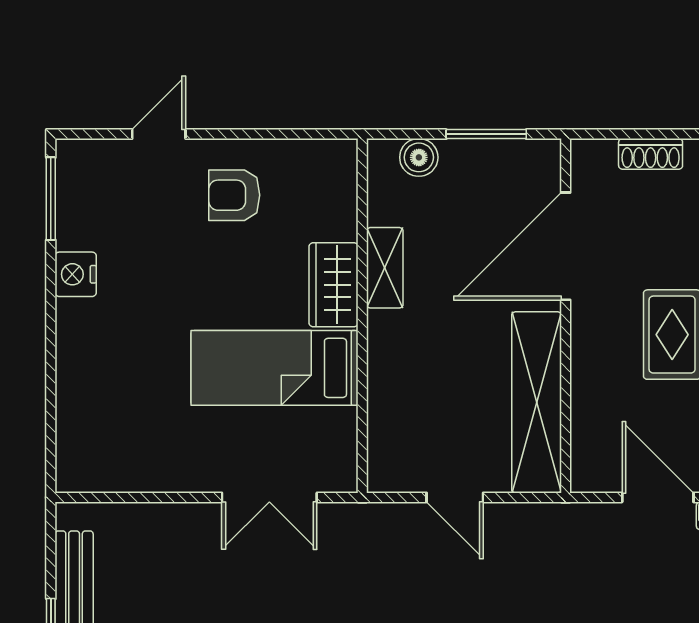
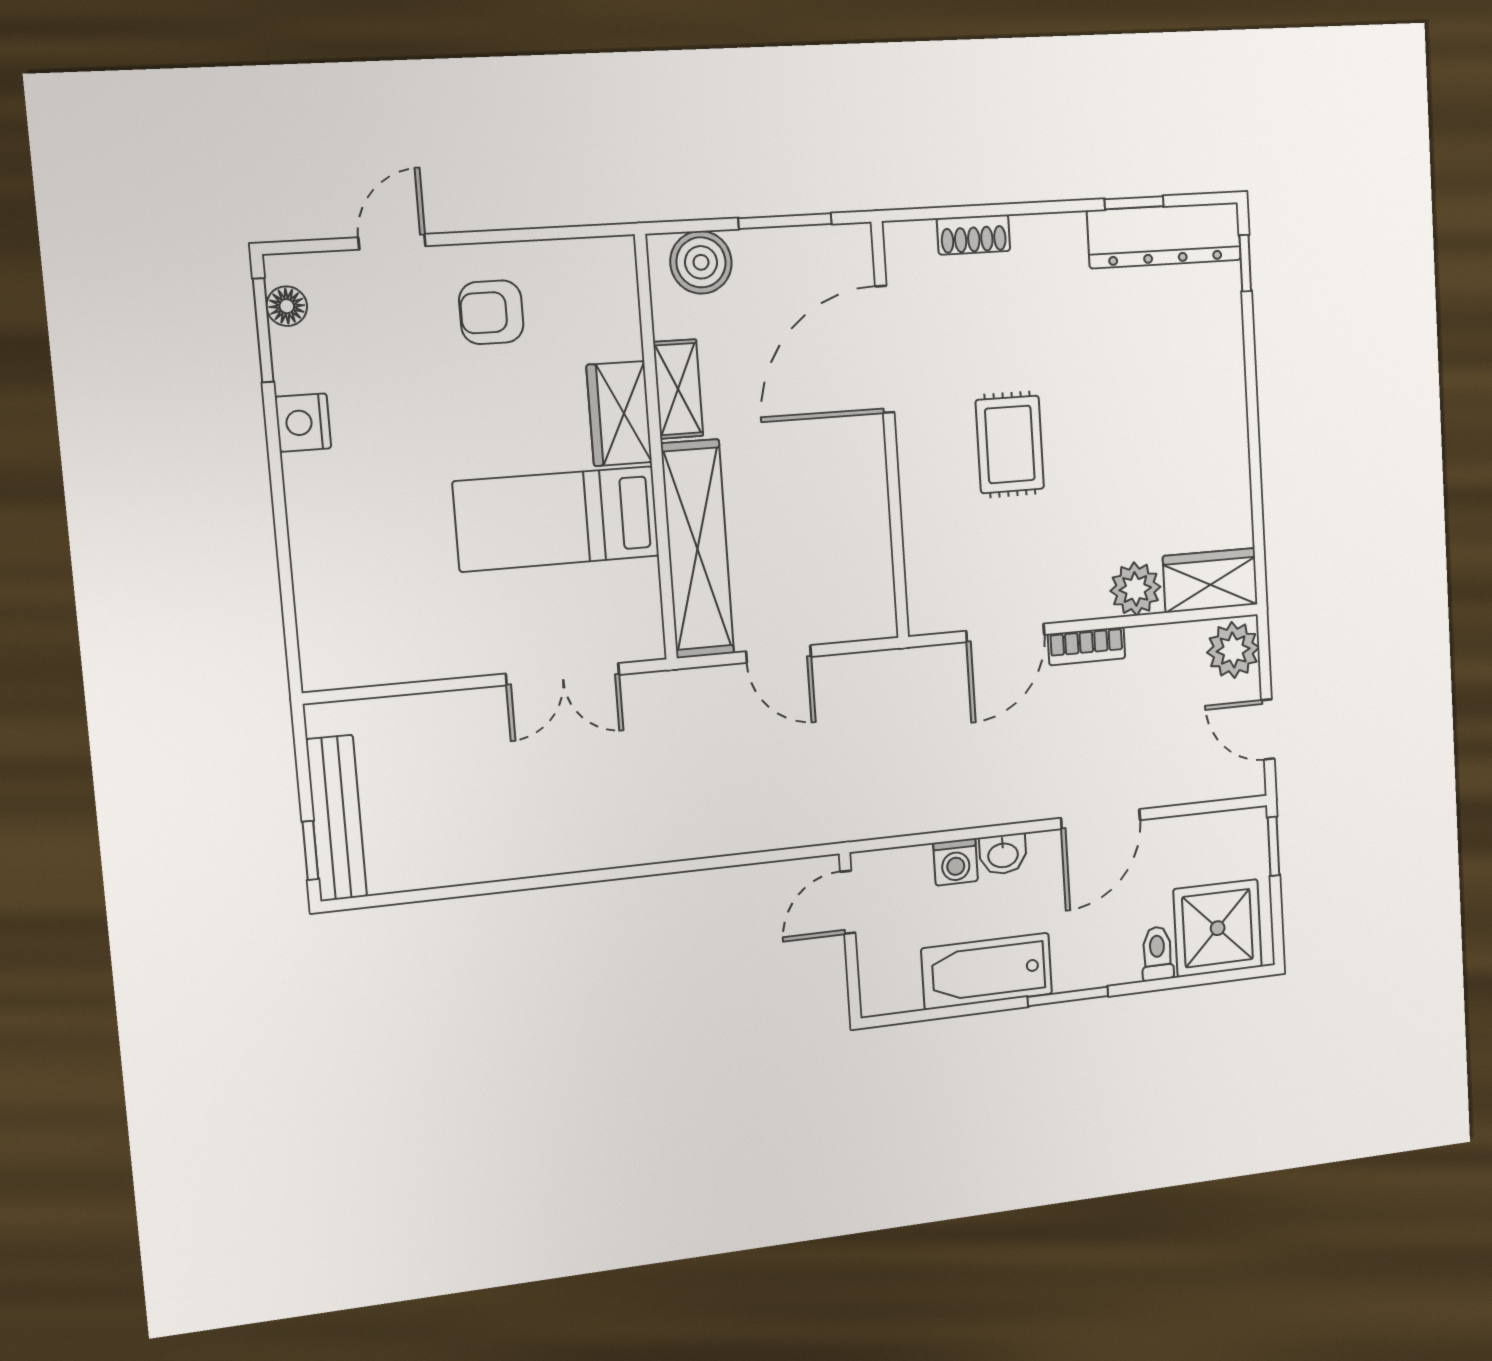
boiler: (419, 157) -> (701, 262), width x1.36, depth x1.36
floor lamp: (71, 181) -> (287, 306), added
shelving: (537, 402) -> (698, 549), moved
door: (658, 497) -> (1005, 633), swing flipped

